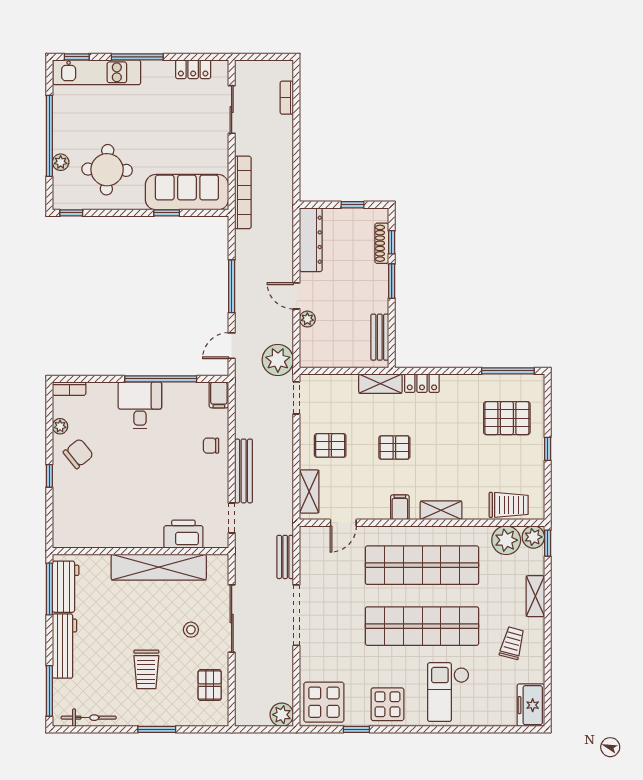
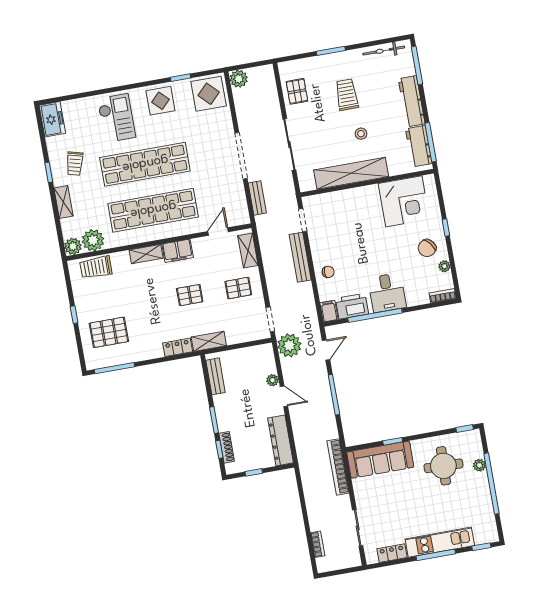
kitchen unit: (97, 72) -> (440, 542), moved
filing cabinet: (400, 507) -> (178, 251), width x2.00
corner desk: (97, 519) -> (404, 201), added
printer: (183, 534) -> (352, 306), moved, turned 180
window: (548, 543) -> (49, 172), moved
stool: (191, 630) -> (361, 134), moved

